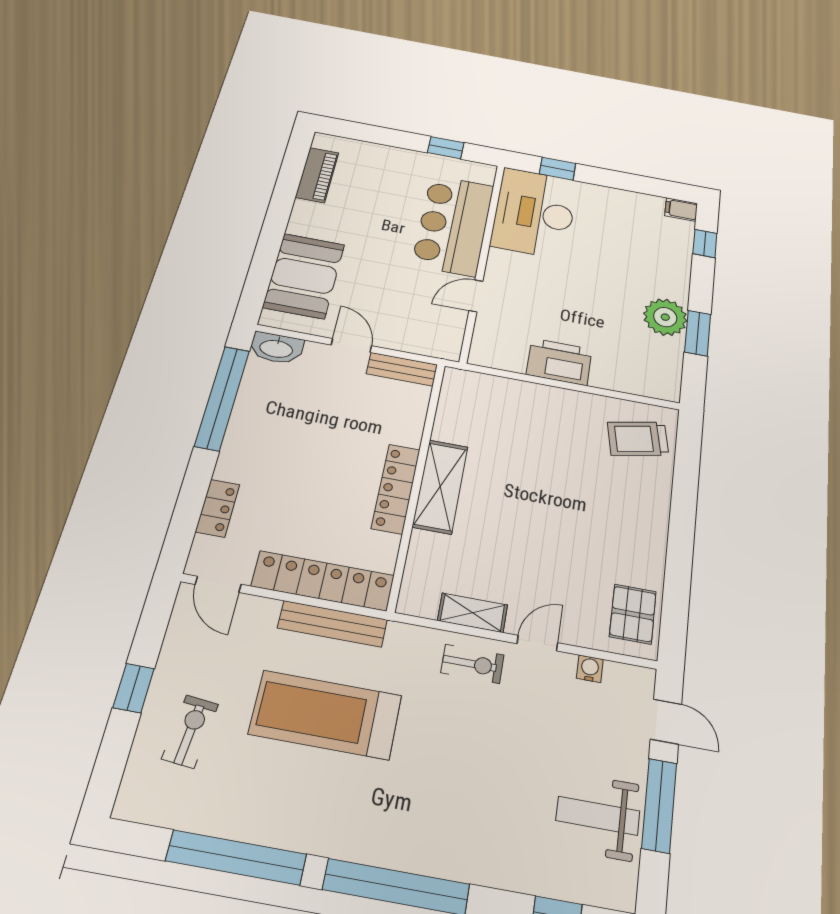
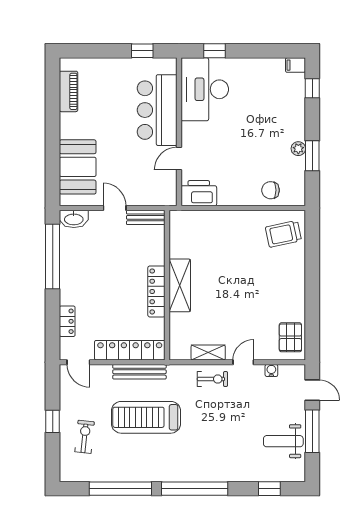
plant: (665, 317) -> (298, 149), width x0.53, depth x0.53
printer: (559, 362) -> (199, 193), moved
chair: (623, 369) -> (271, 190), added

